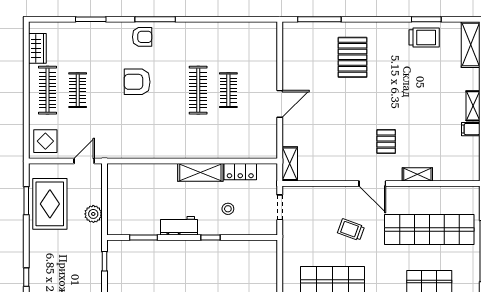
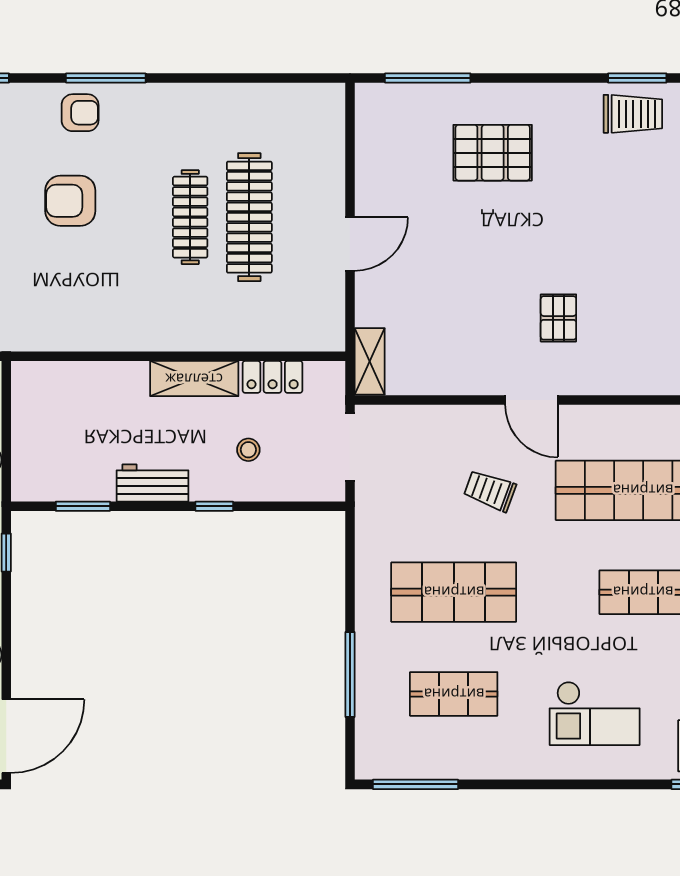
pallet: (353, 57) -> (493, 153), turned 90
clothes rail: (228, 90) -> (249, 217), width x1.86, depth x1.31
shelving: (417, 174) -> (620, 382), removed
doorway: (280, 207) -> (350, 447), width x1.38

